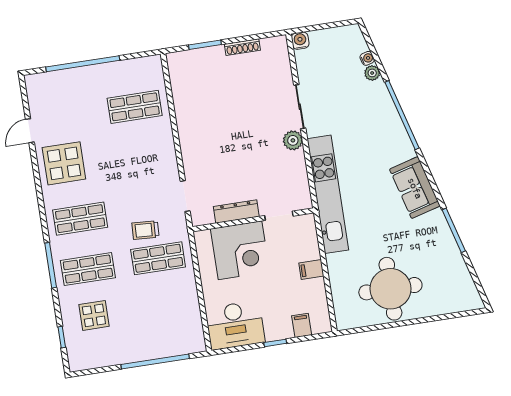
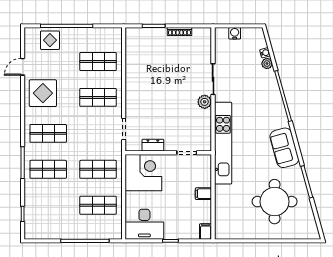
water cooler: (300, 41) -> (235, 33), moved
shop shelf: (142, 157) -> (98, 97), added
dresser: (236, 211) -> (153, 145), width x0.70
trolley: (145, 230) -> (92, 148), removed
corner desk: (240, 250) -> (143, 173), moved, turned -90
round table: (390, 289) -> (275, 202), moved
shop shelf: (166, 309) -> (98, 205), added
display table: (94, 315) -> (50, 40), moved
filing cabinet: (302, 325) -> (206, 231), moved

